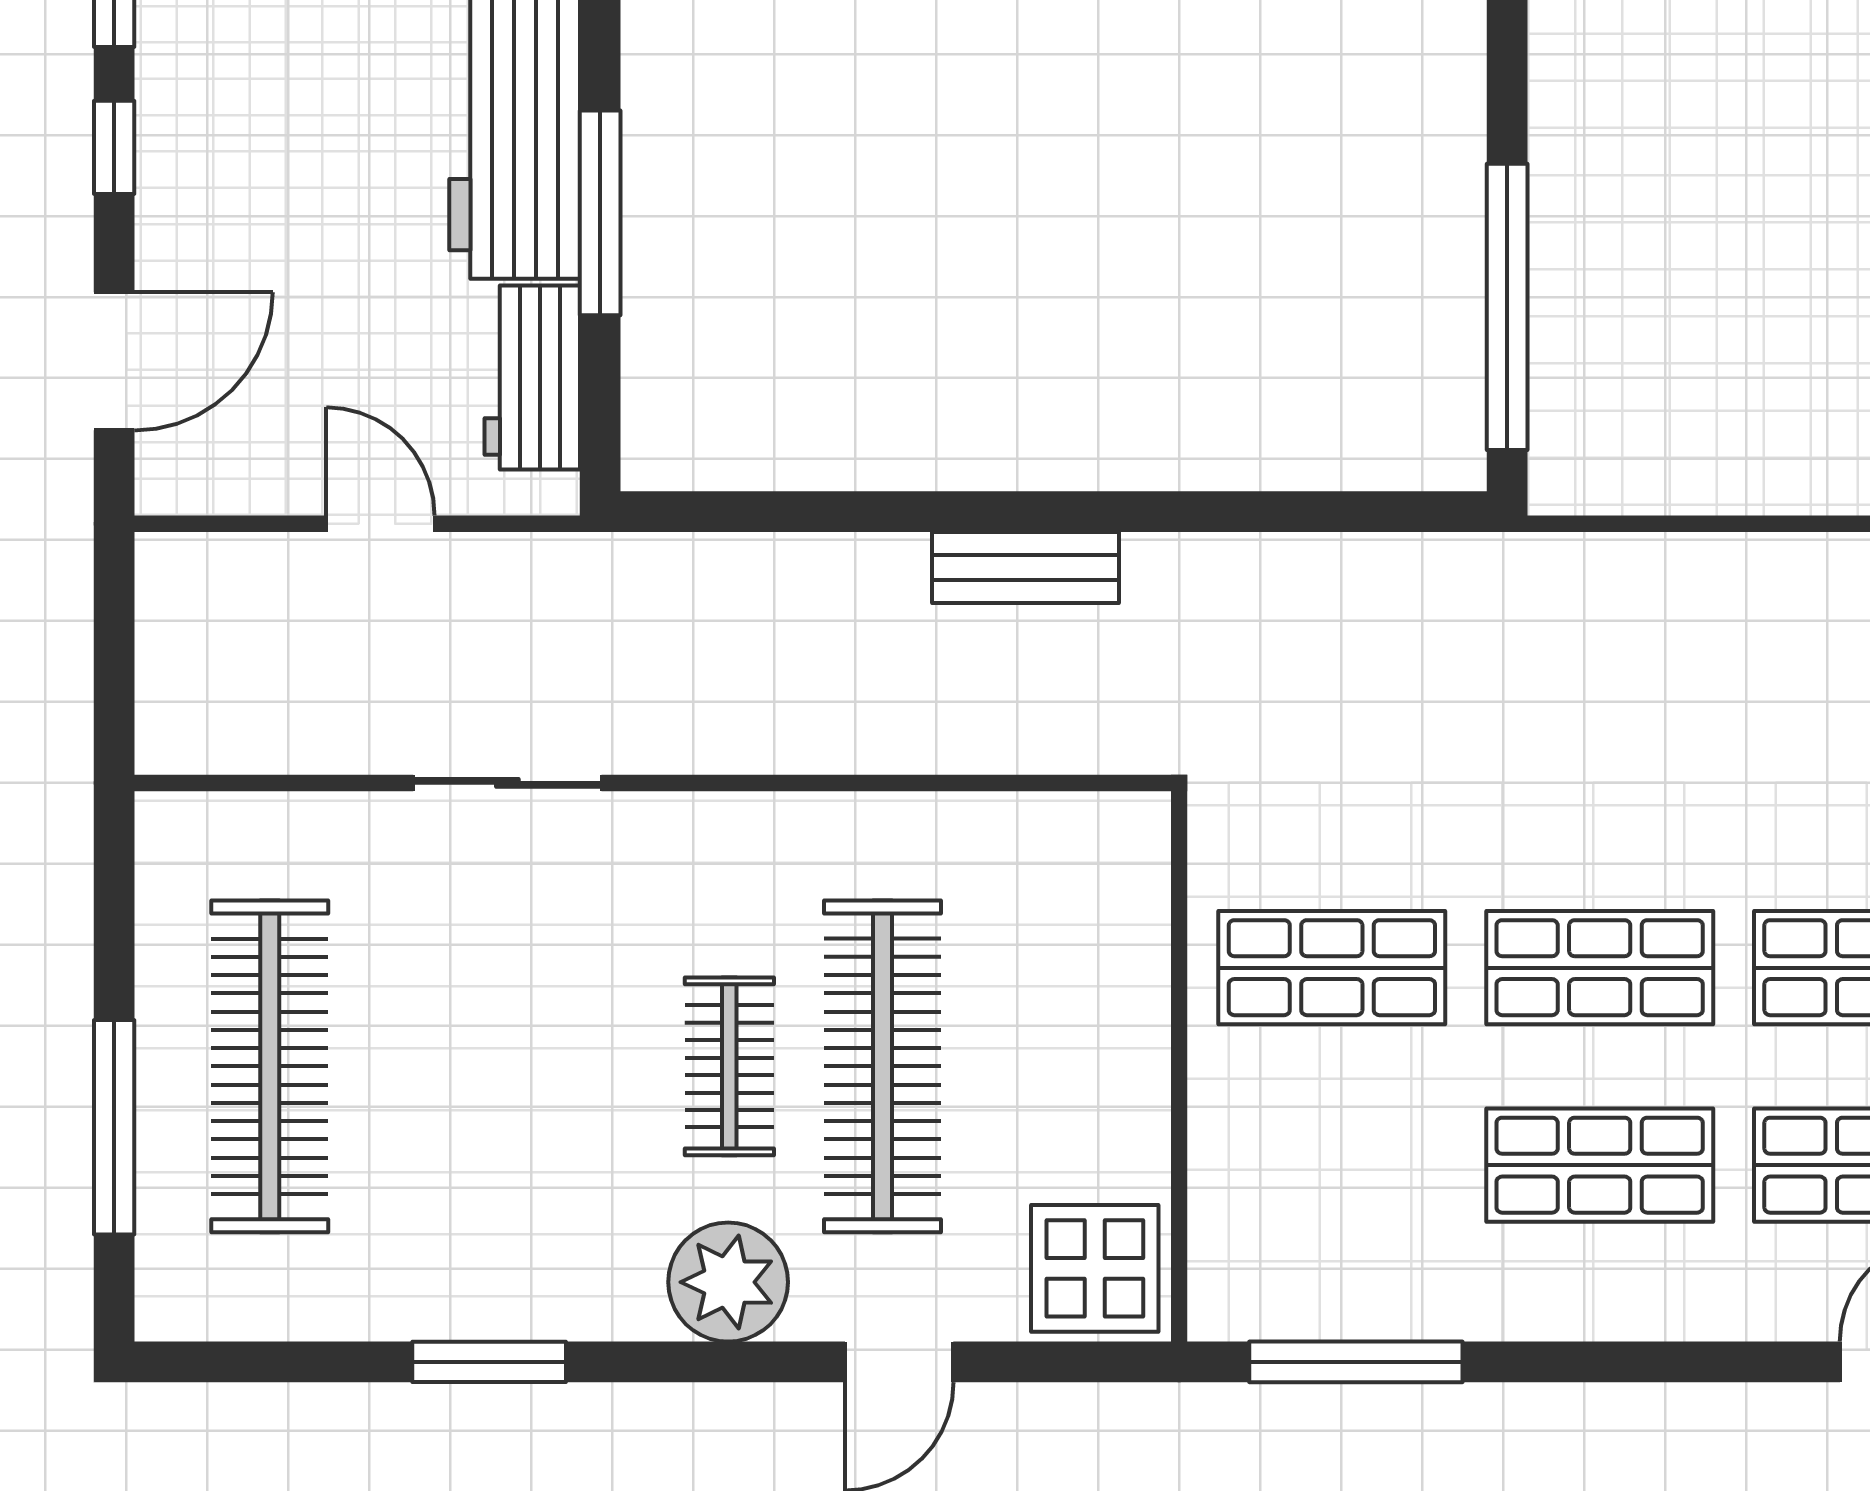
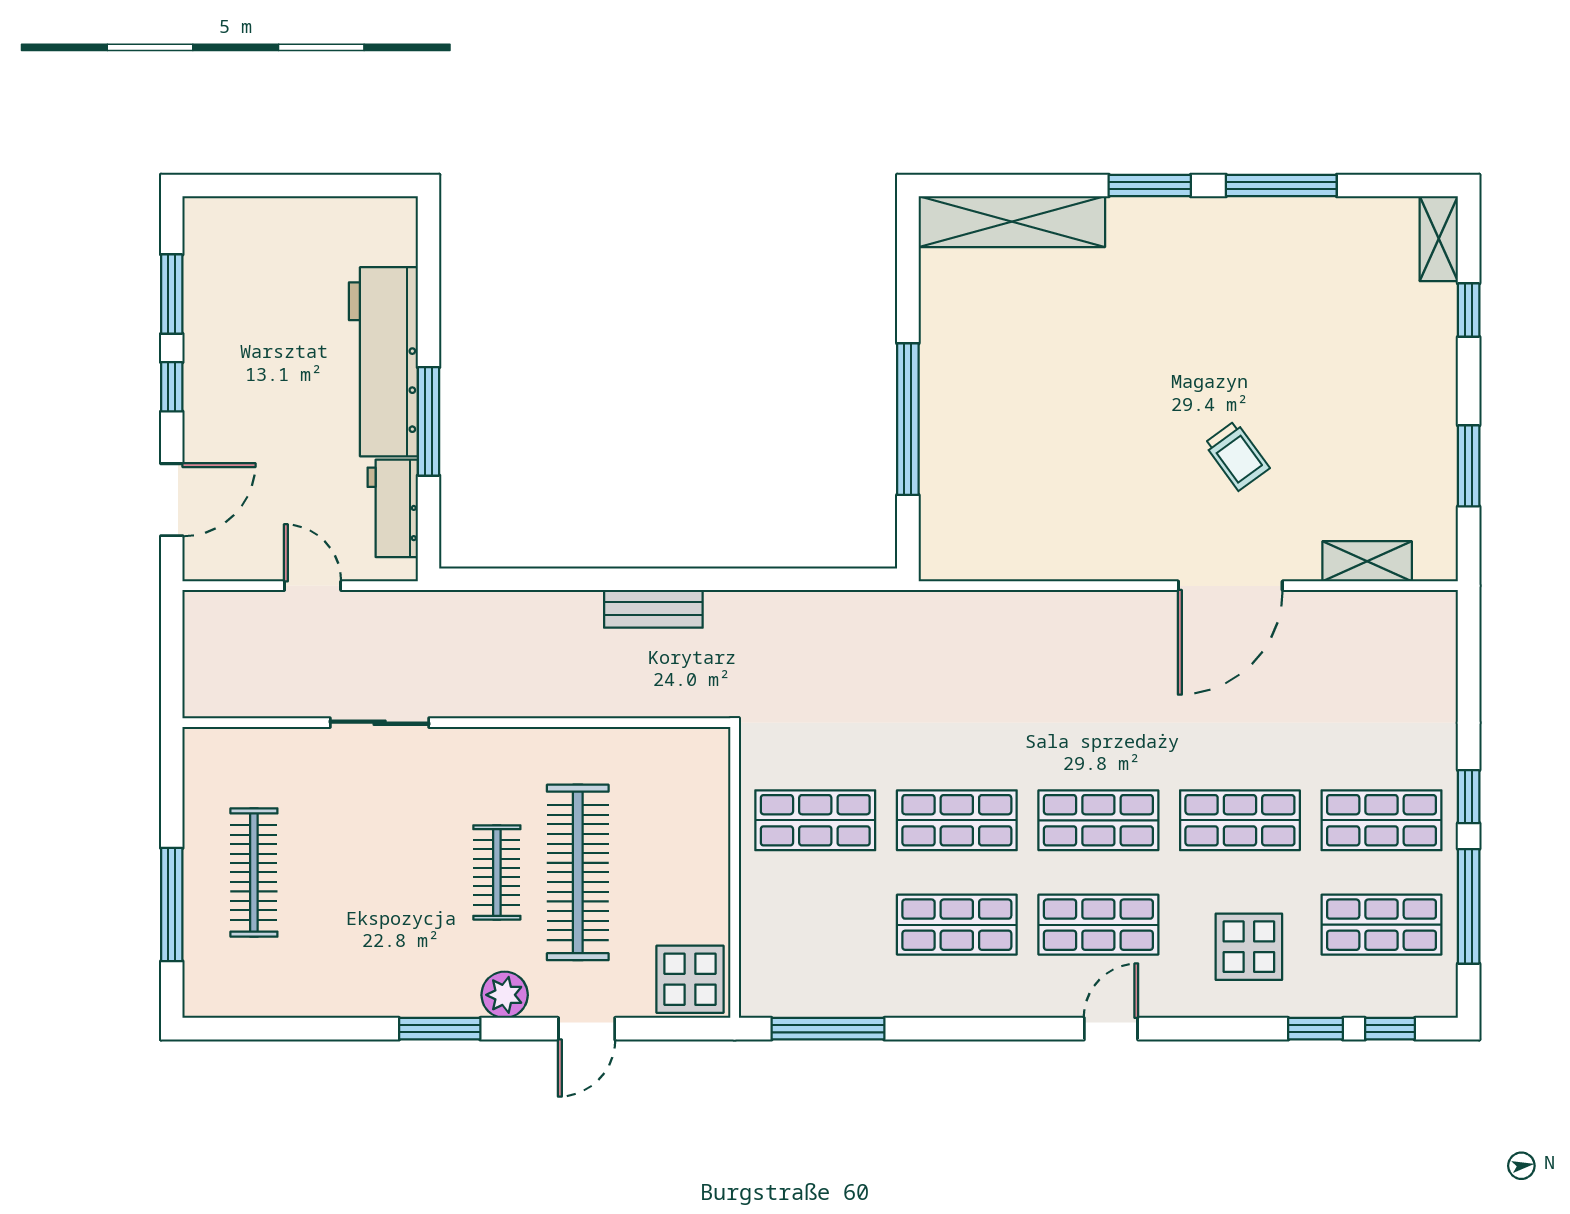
window: (1507, 307) -> (908, 419), moved
clothes rail: (270, 1066) -> (254, 872), width x0.73, depth x0.76
plant: (728, 1282) -> (505, 995), width x0.73, depth x0.73
window: (489, 1362) -> (440, 1029), moved

